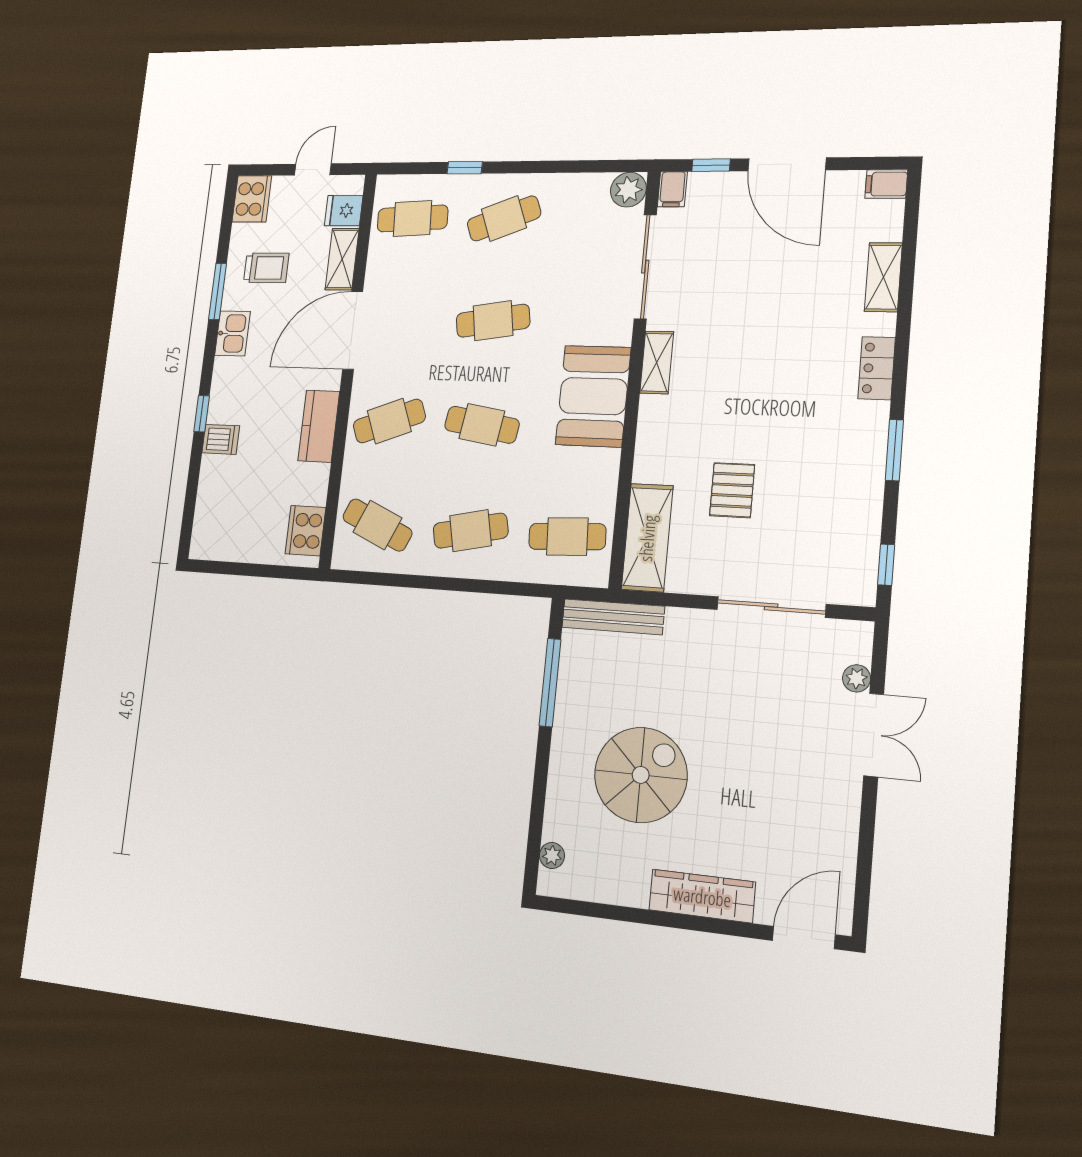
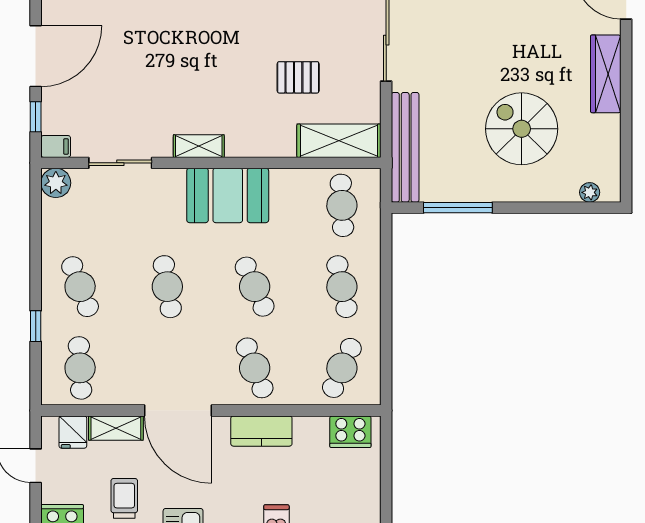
sliding door: (645, 267) -> (120, 163), width x0.73
cafe table: (482, 425) -> (255, 287), turned -33
bench: (613, 617) -> (405, 147), width x1.37, depth x1.21

